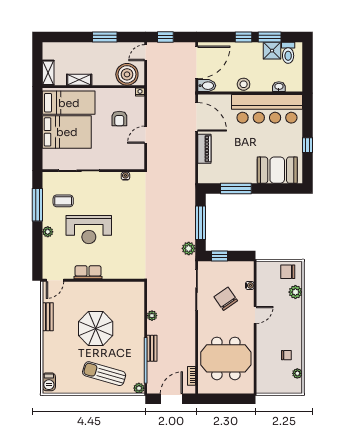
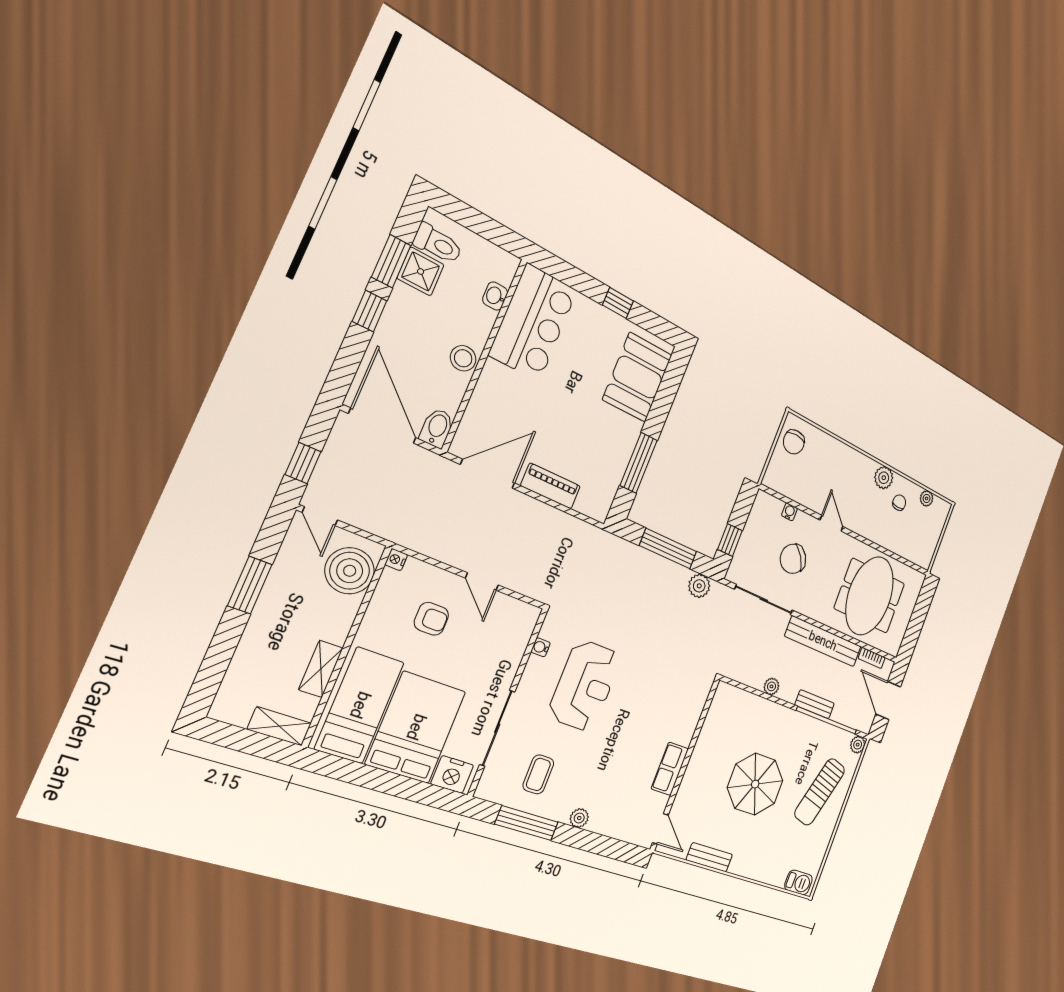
bar counter: (267, 109) -> (533, 322), width x0.73
nightstand: (50, 158) -> (452, 774), added
reception desk: (89, 230) -> (585, 685), moved
plant: (295, 292) -> (884, 478), moved
bench: (189, 338) -> (823, 641), added

